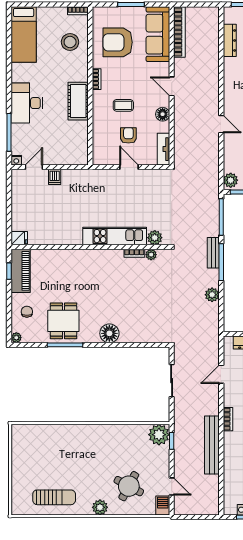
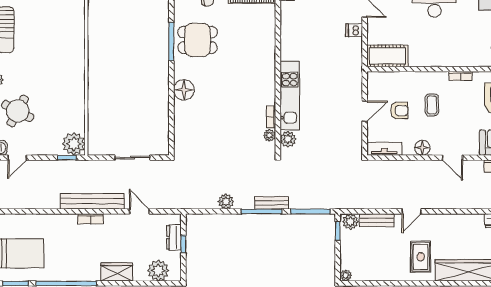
door: (172, 86) -> (452, 158), swing flipped
cot: (78, 101) -> (388, 56), moved
bench: (229, 156) -> (377, 220), added
bench: (212, 445) -> (92, 201), moved

